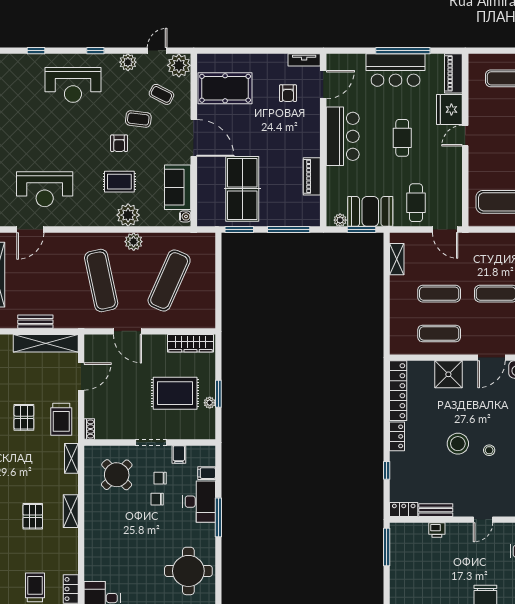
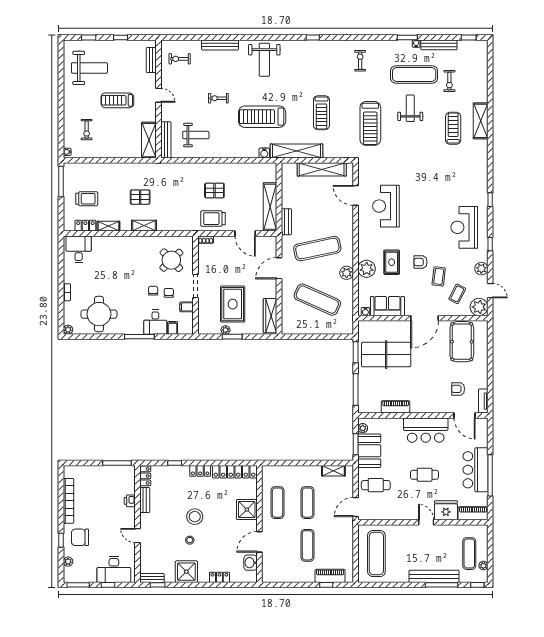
bench: (35, 322) -> (286, 222), moved
door: (492, 358) -> (259, 542), hinge flipped
shelving: (71, 458) -> (108, 226), moved
desk: (199, 502) -> (155, 322), width x0.73

